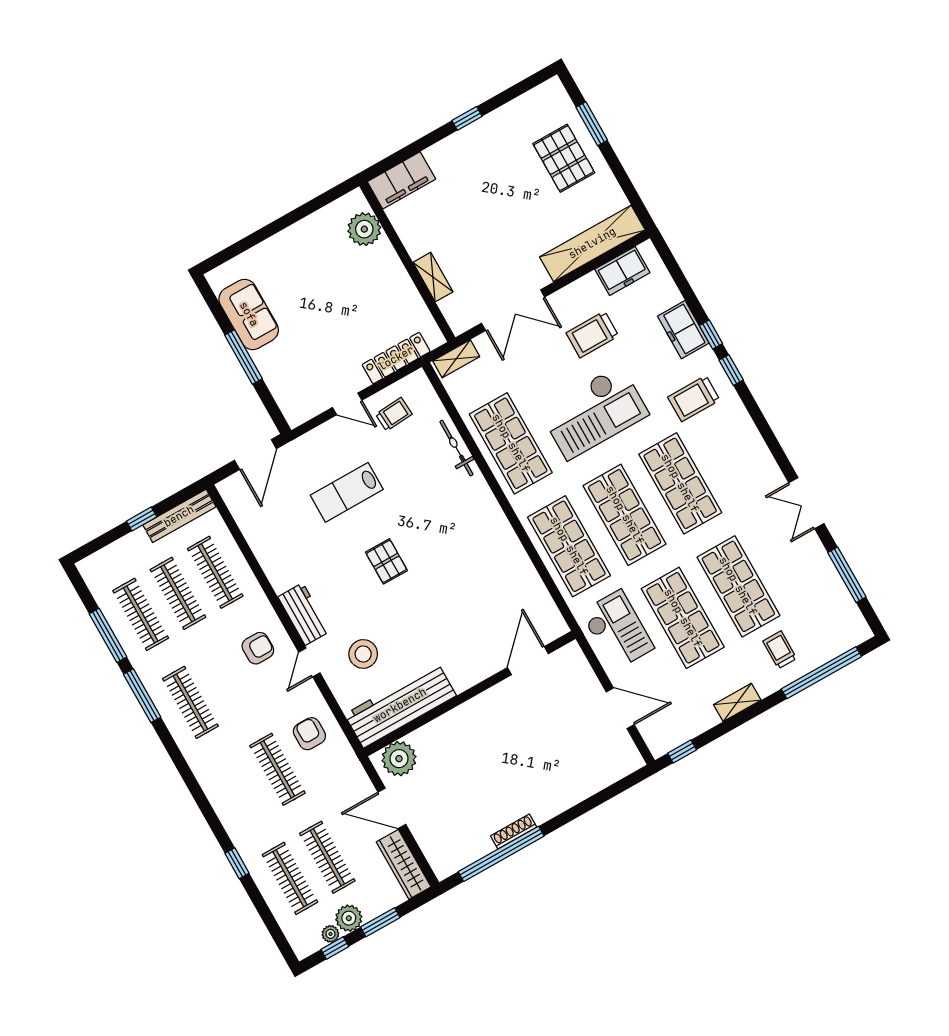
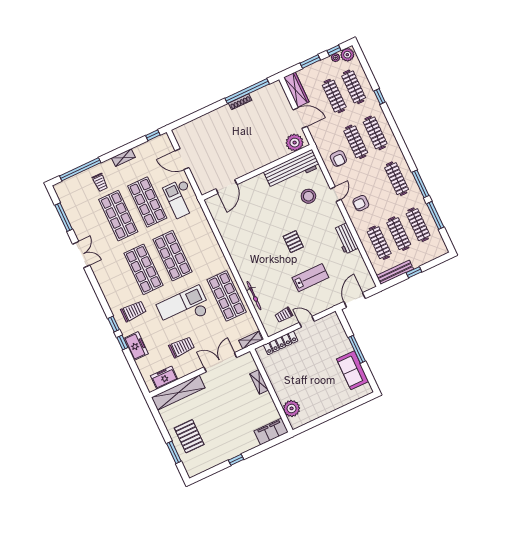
shop shelf: (569, 546) -> (201, 242), removed
workbench: (304, 614) -> (346, 239), moved
clothes rail: (240, 790) -> (375, 133), added
plant: (349, 918) -> (347, 55), moved

